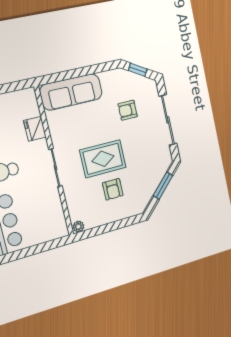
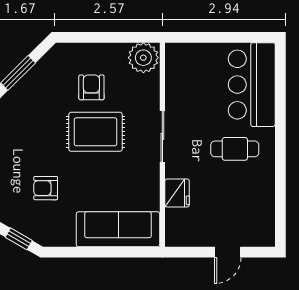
armchair: (128, 110) -> (46, 188), turned 180
plant: (78, 227) -> (143, 58), width x1.87, depth x1.87

